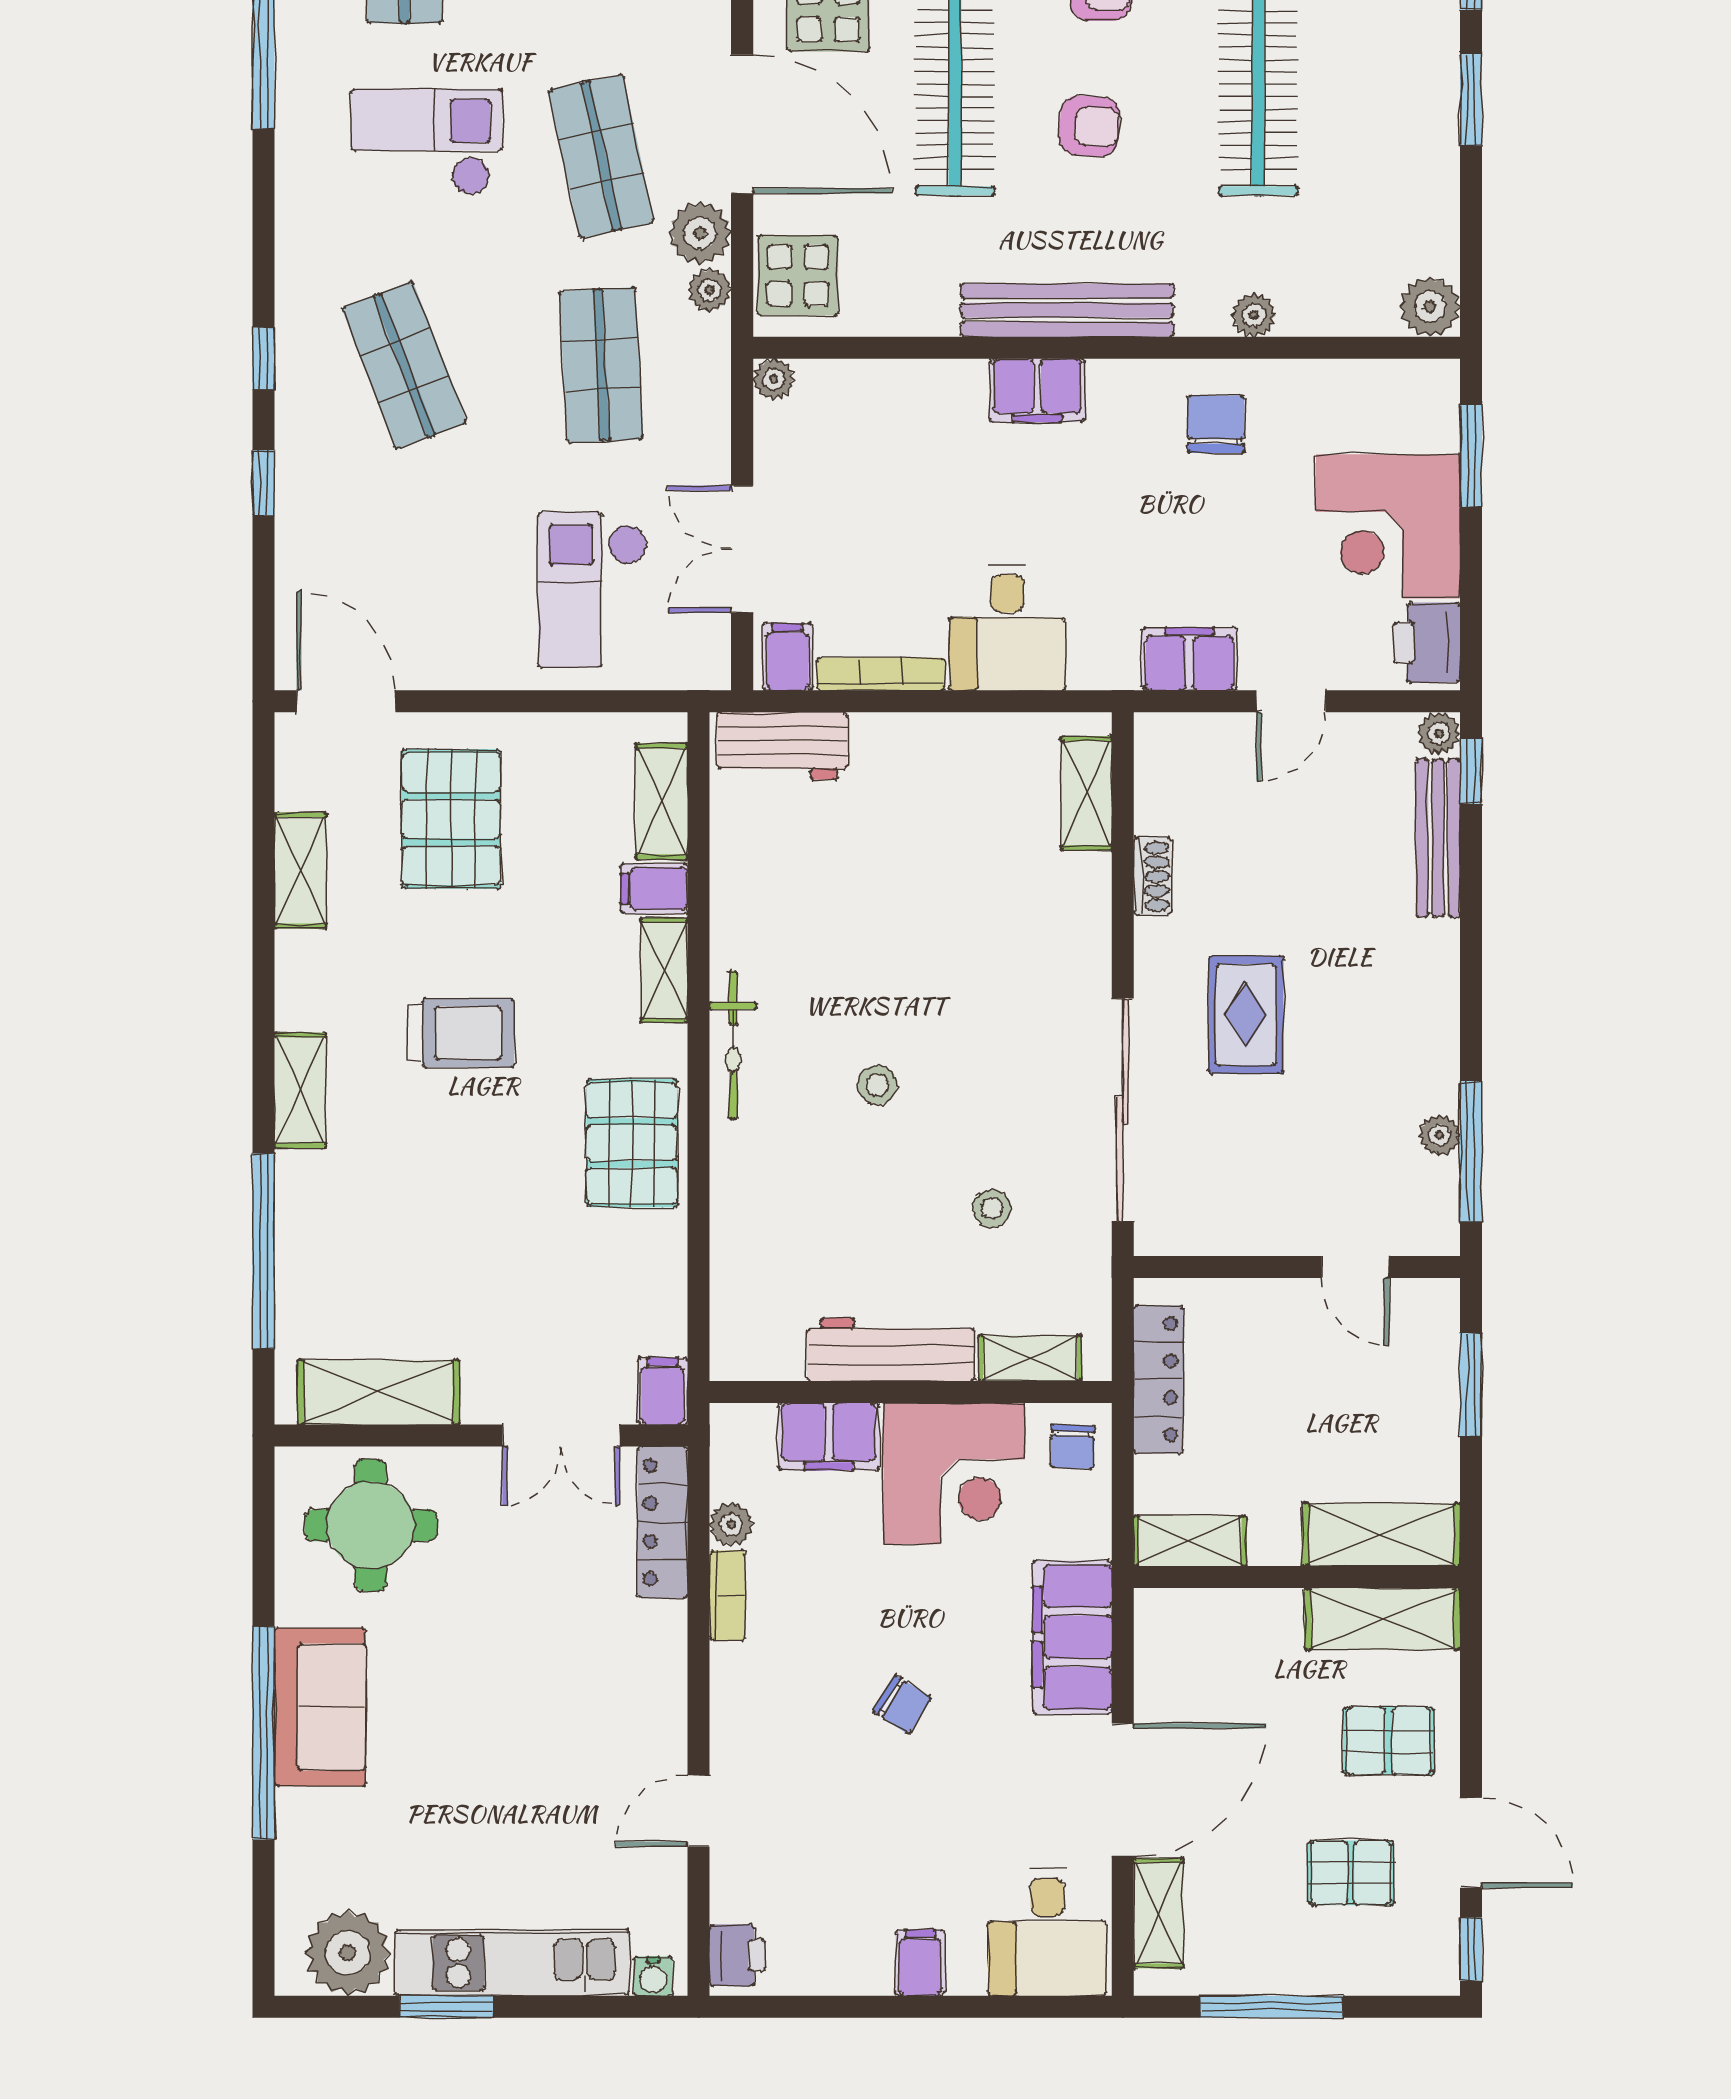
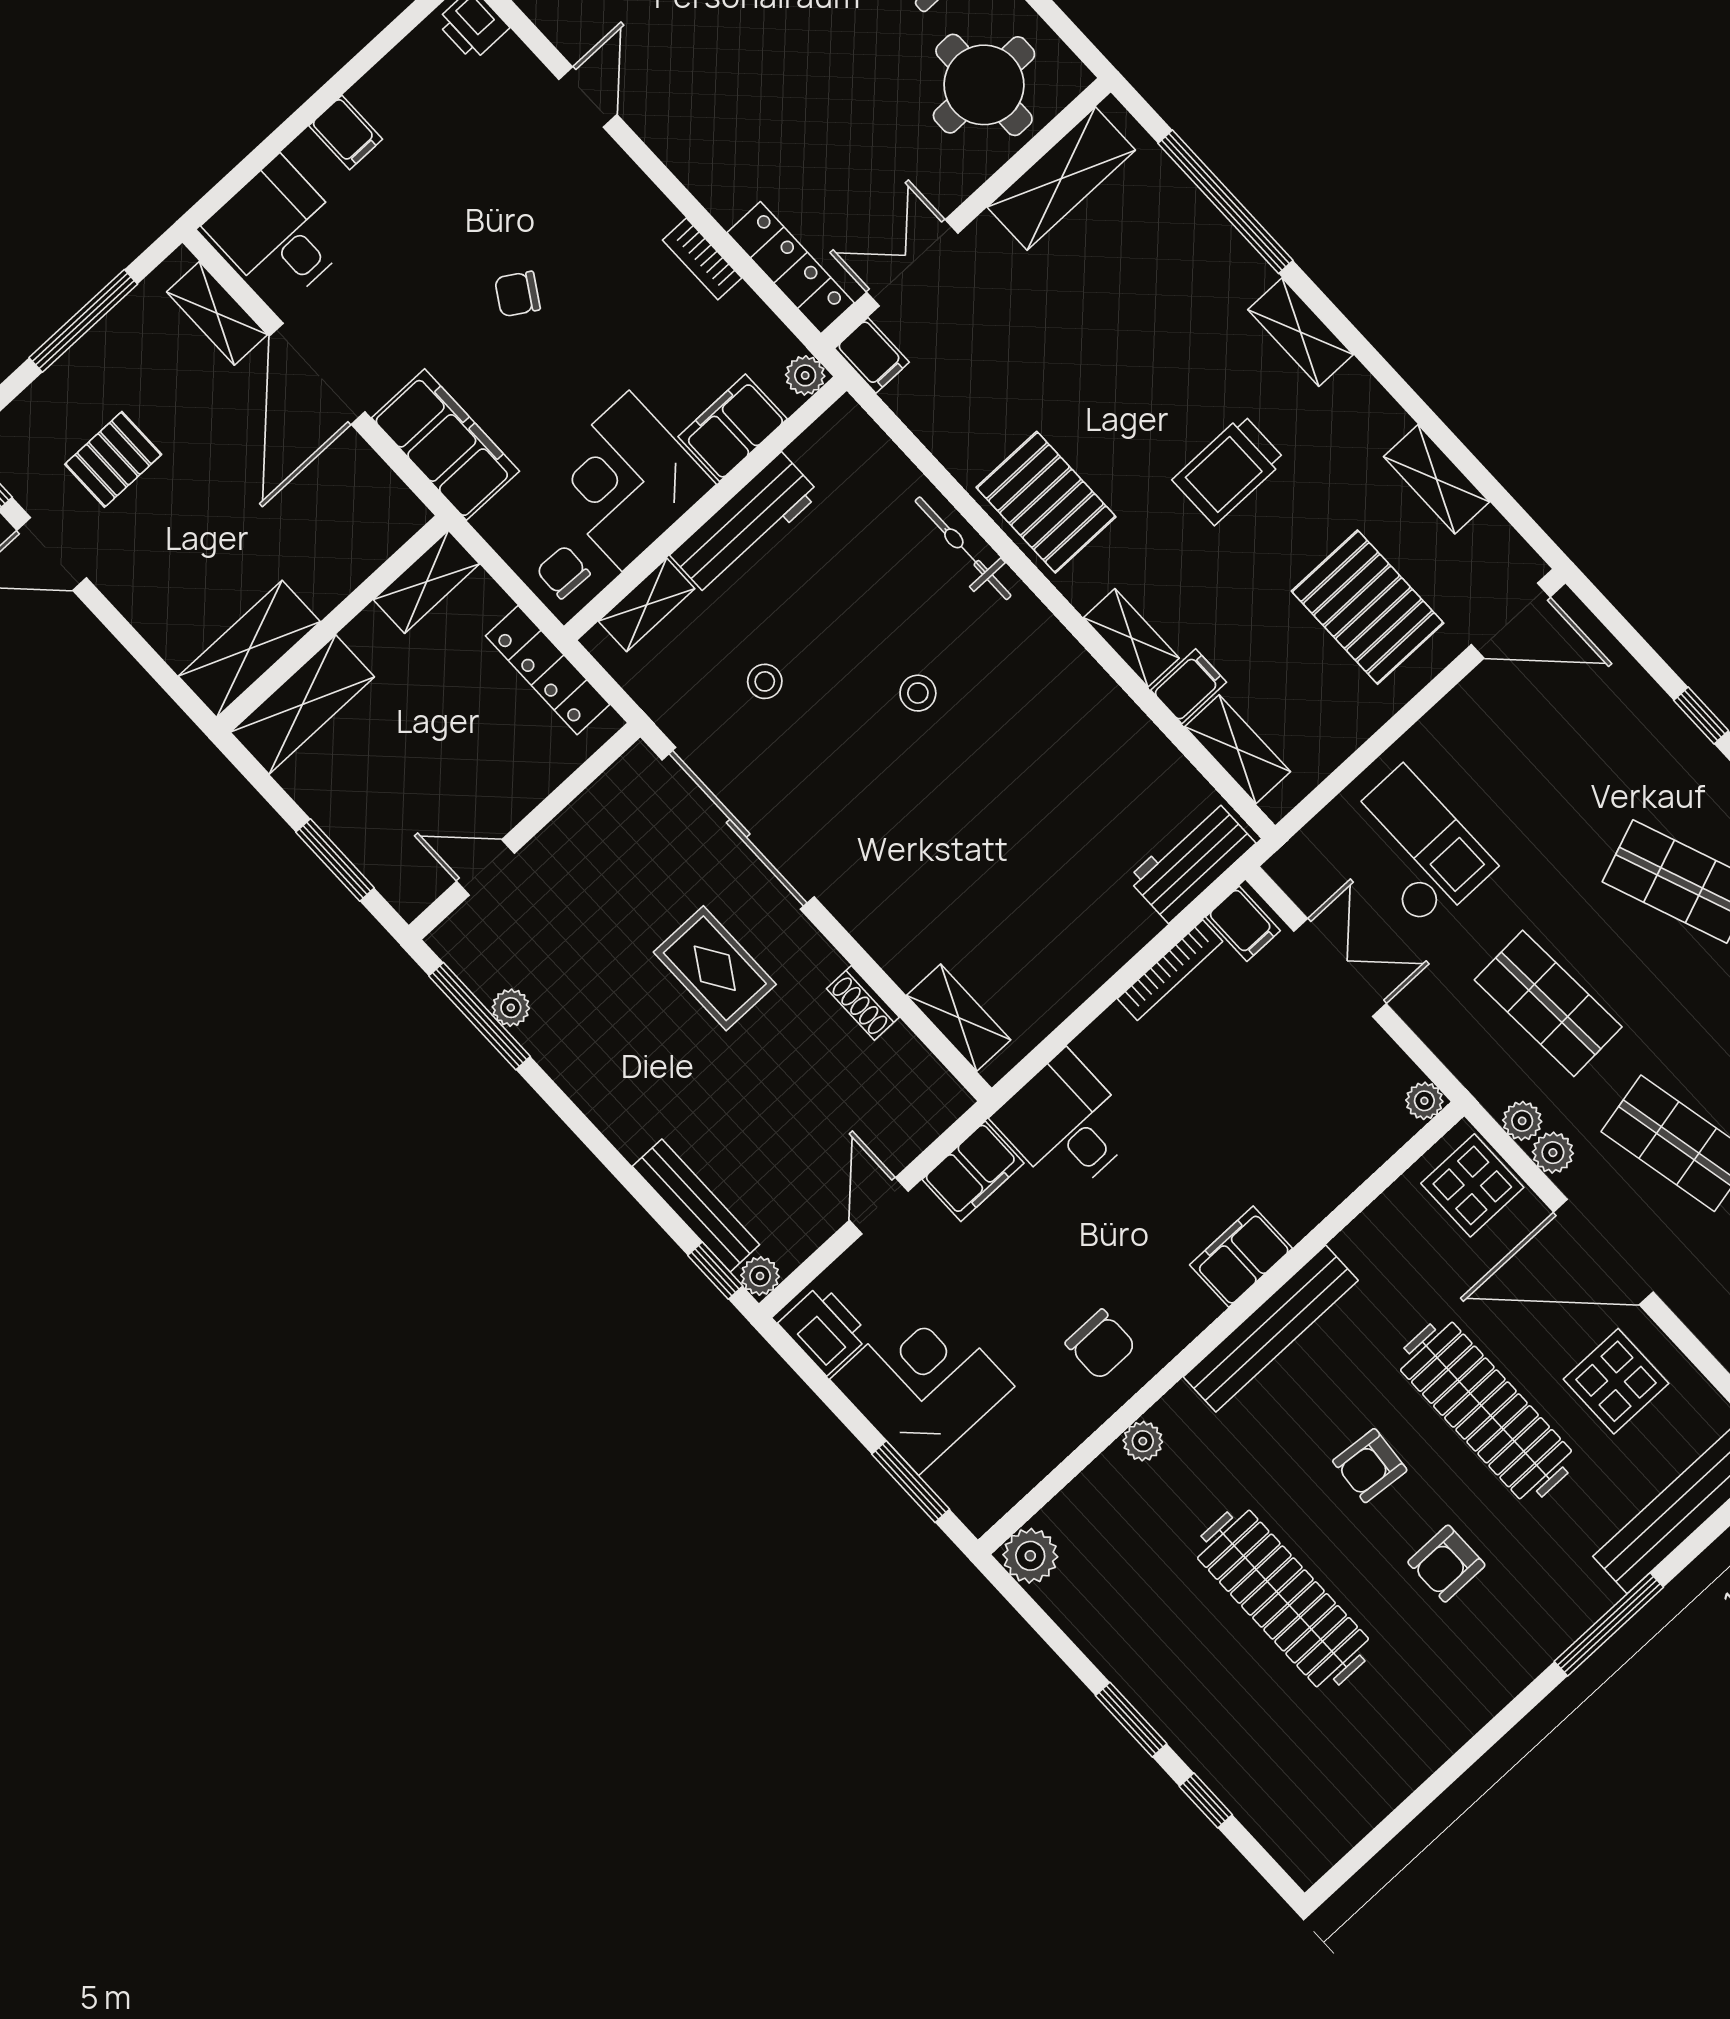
plant: (700, 233) -> (1553, 1153), width x0.73, depth x0.73
desk: (1007, 627) -> (1066, 1124), moved
bicycle: (733, 1045) -> (963, 548), moved
plant: (731, 1524) -> (805, 375), moved
pallet: (1389, 1741) -> (170, 571), removed

